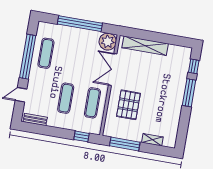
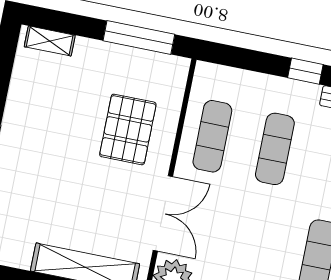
window: (81, 136) -> (305, 71), moved
shelving: (152, 140) -> (50, 41), moved

